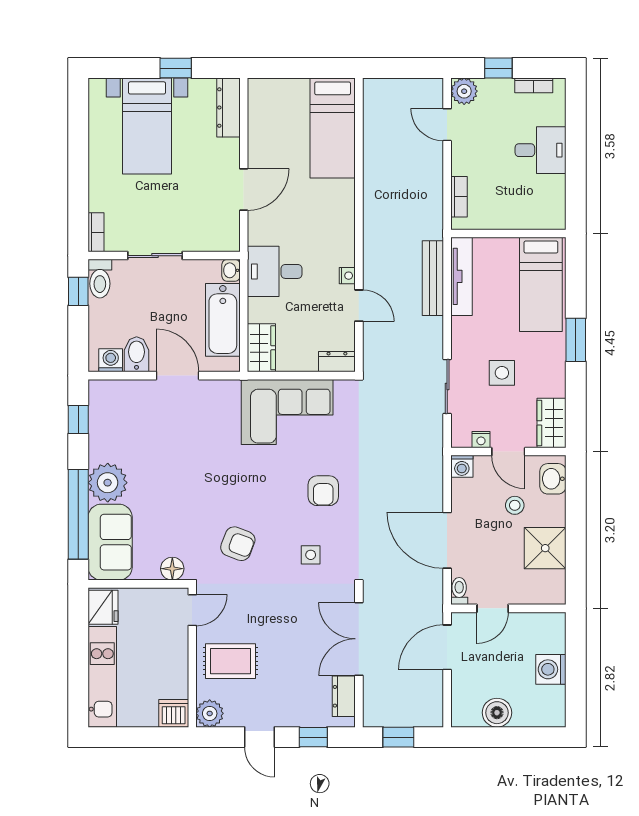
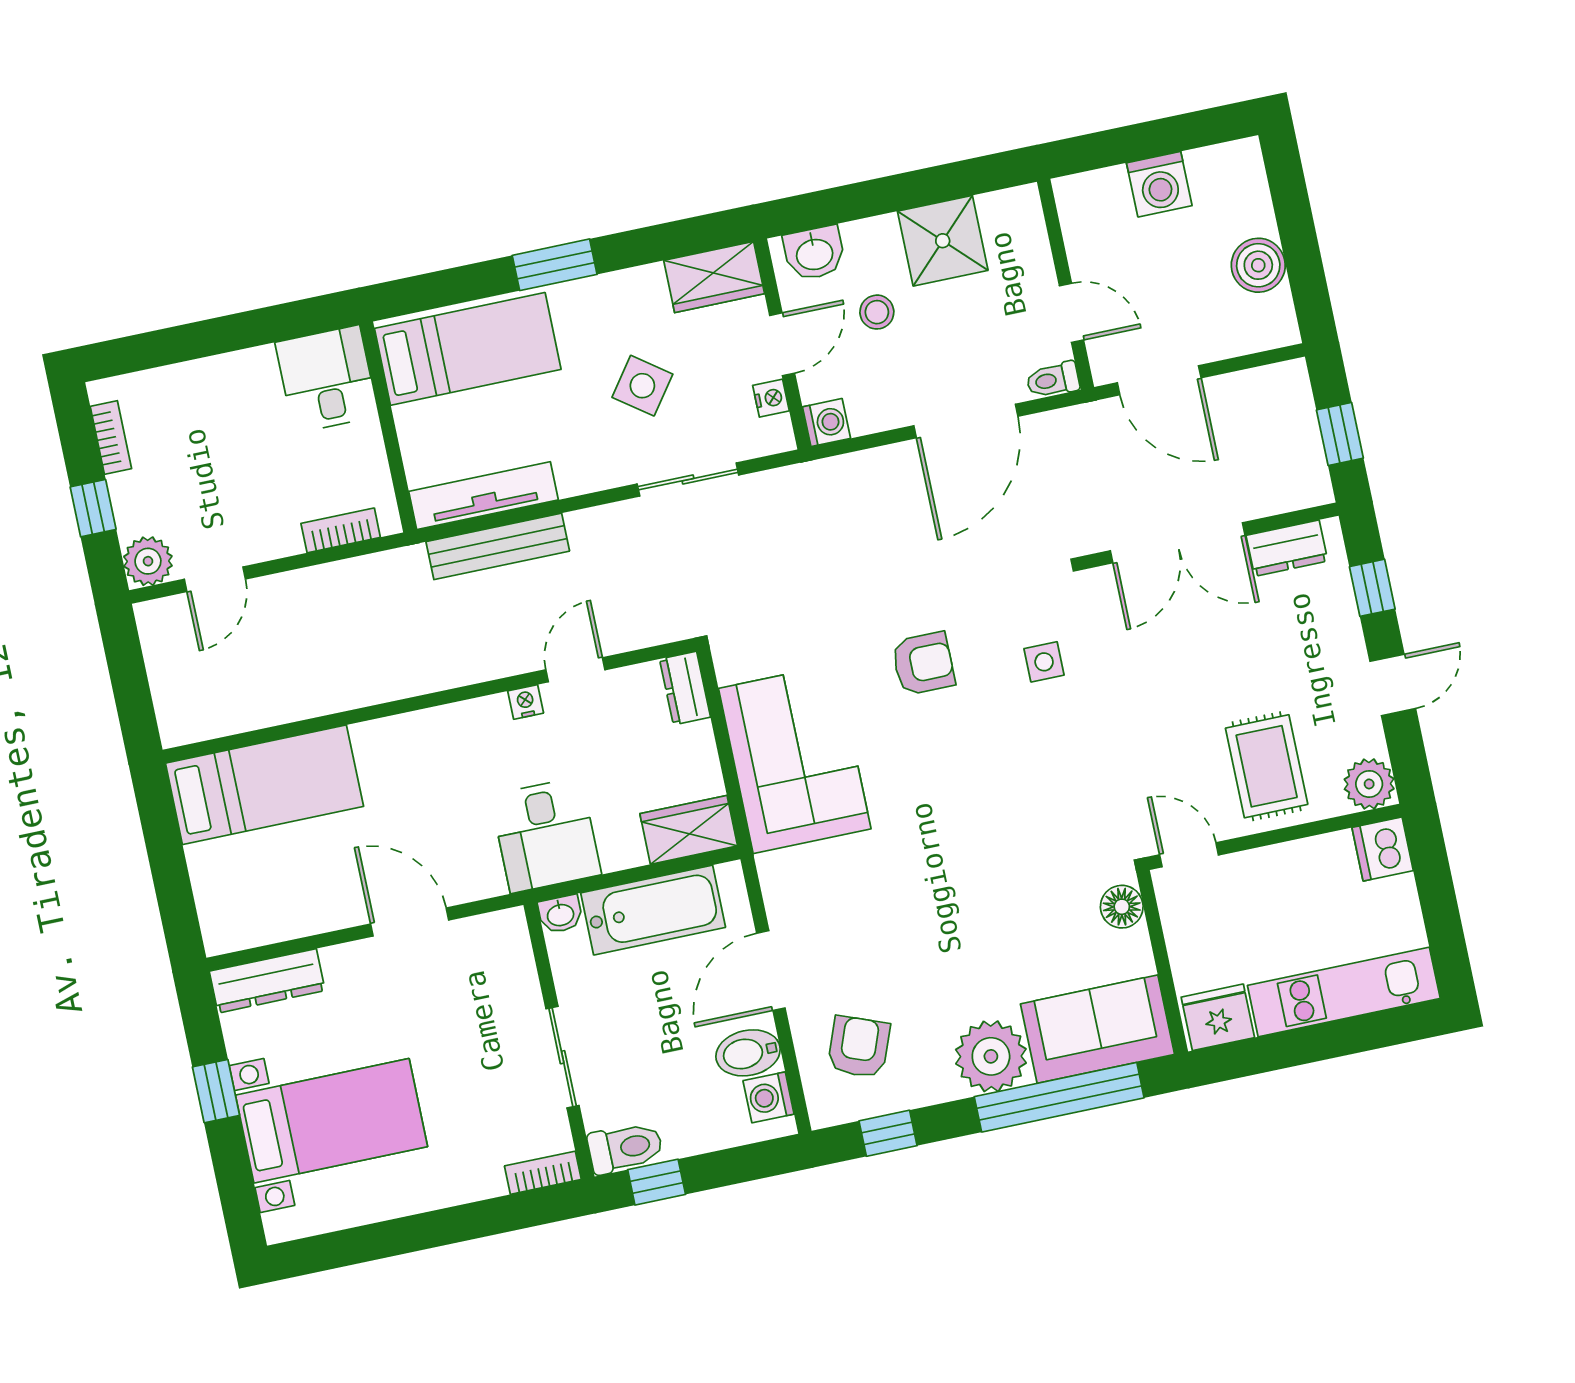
desk: (541, 150) -> (327, 379), moved
side table: (502, 373) -> (642, 386), turned 36
armchair: (238, 544) -> (859, 1047), moved

